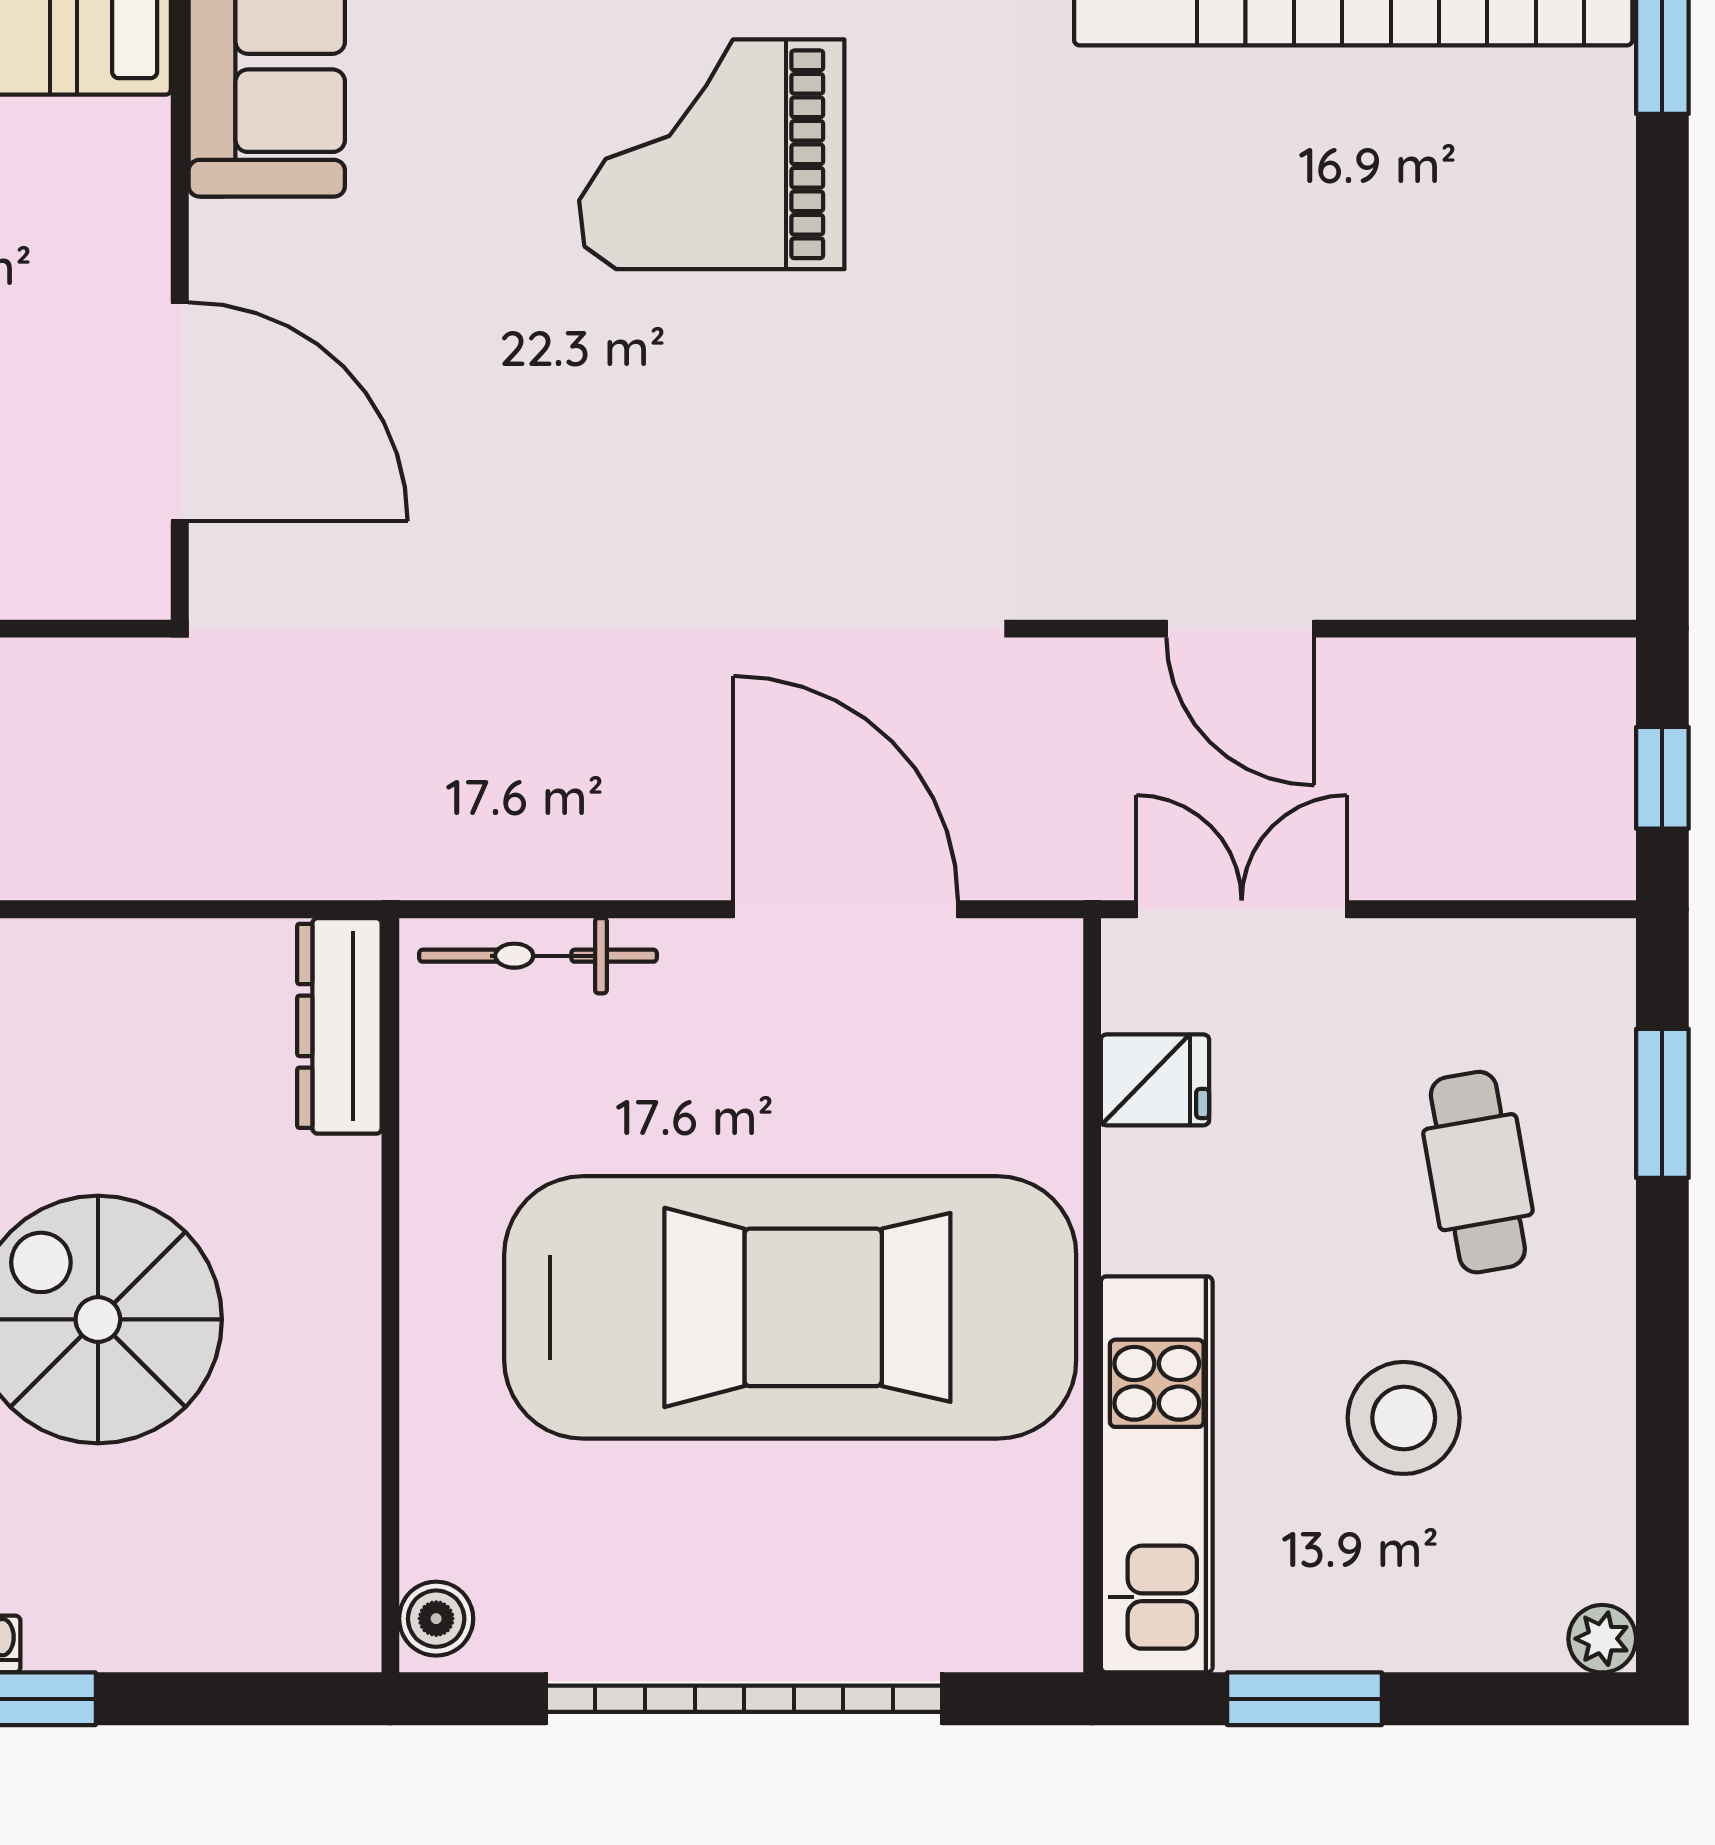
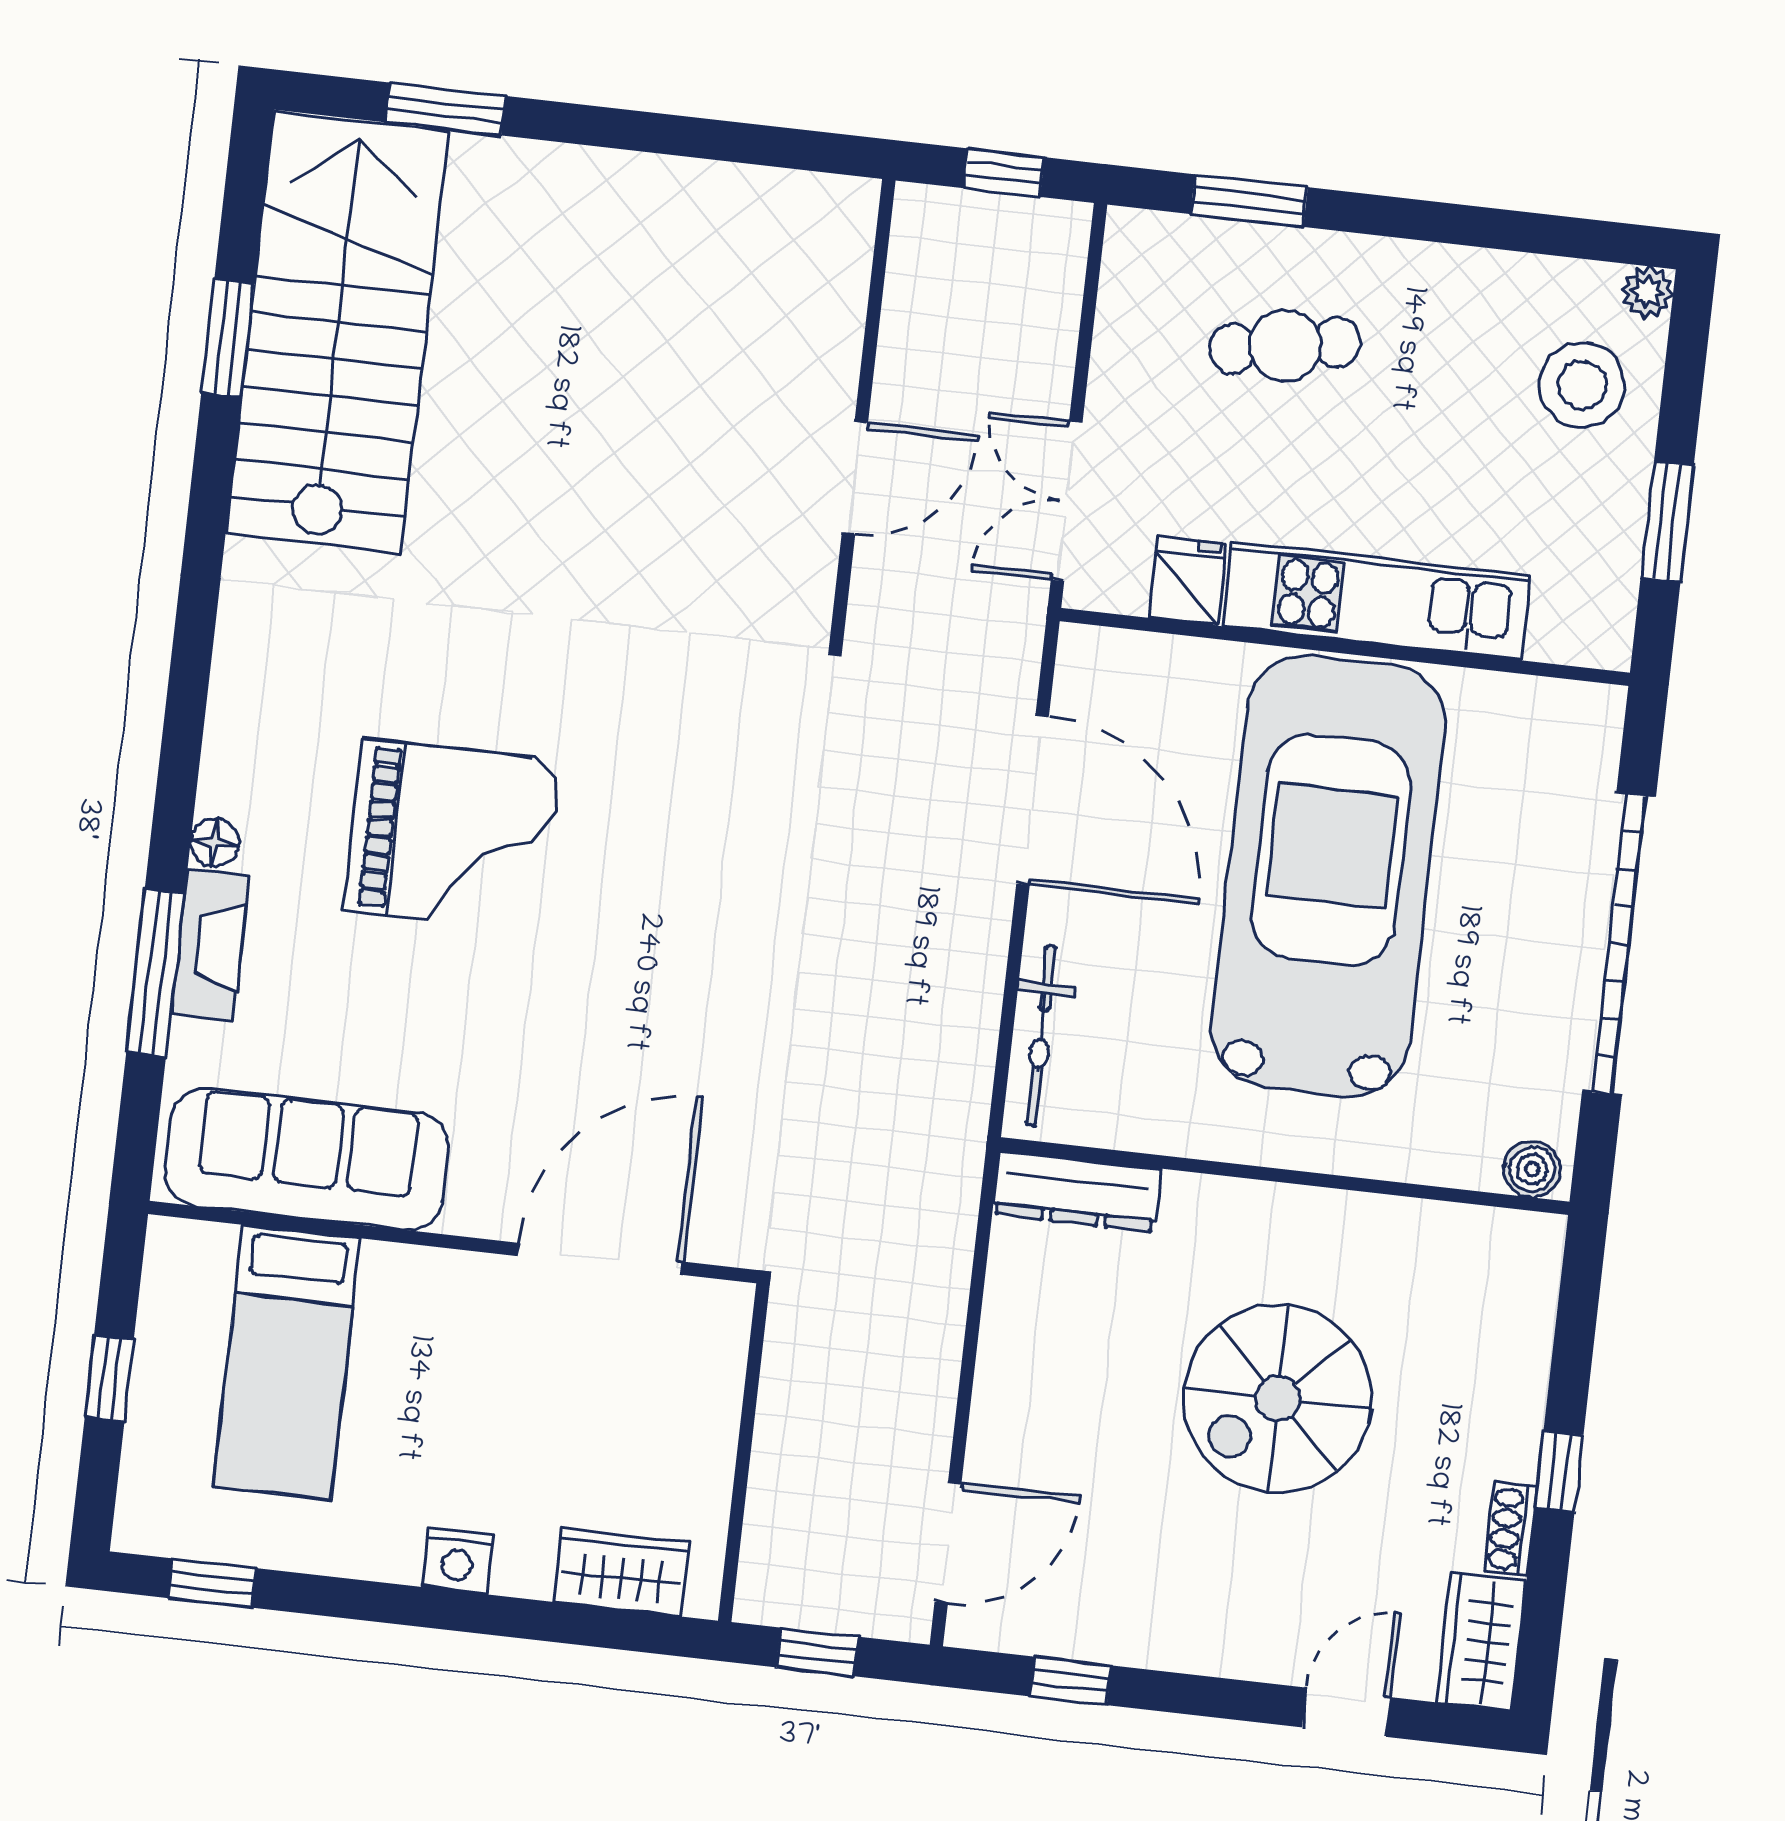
grand piano: (712, 154) -> (452, 836), turned -90
door: (846, 909) -> (1033, 800), swing flipped
stool: (1404, 1418) -> (1582, 385), moved
kitchen unit: (1157, 1474) -> (1377, 601), moved

